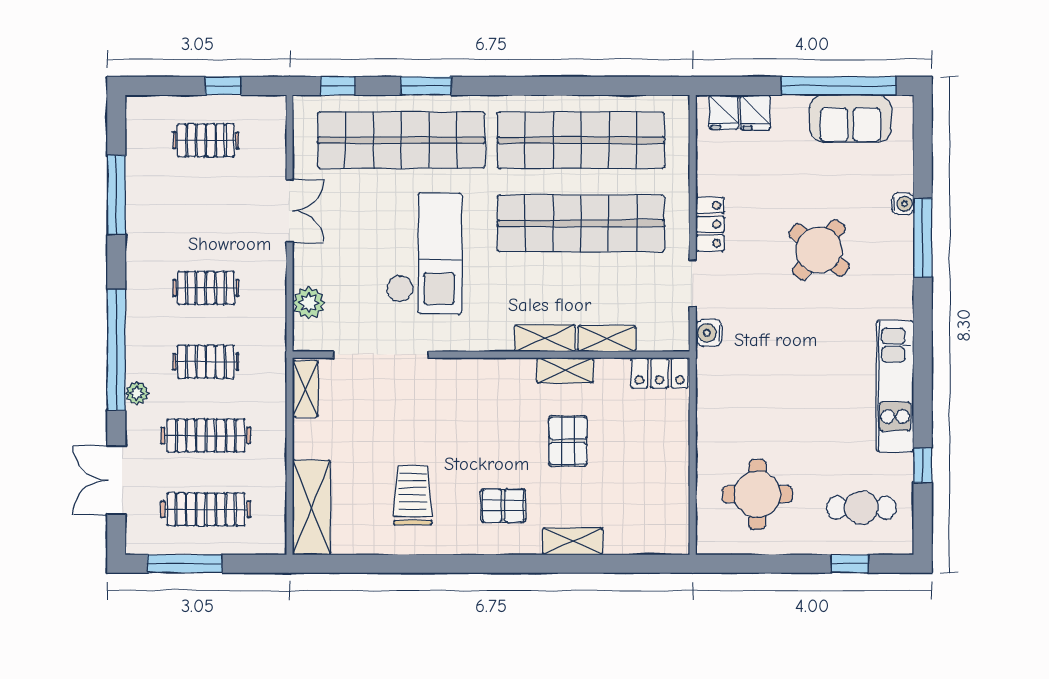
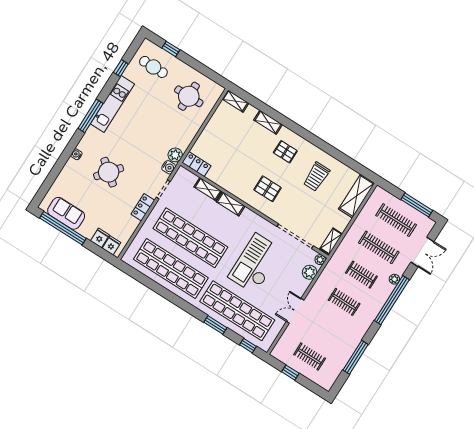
water cooler: (903, 204) -> (76, 154), moved
window: (923, 238) -> (91, 116), moved
plant: (304, 340) -> (320, 260), added
plant: (712, 365) -> (175, 155), added
shelving: (565, 370) -> (235, 101), moved
pallet: (568, 441) -> (268, 189), moved, turned 90

